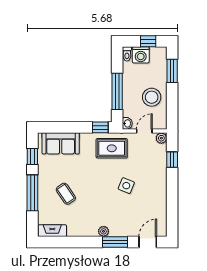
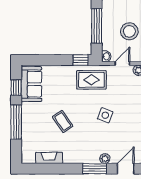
sofa: (61, 143) -> (31, 84), moved, turned -90
coffee table: (66, 194) -> (63, 121), moved
fireplace: (52, 231) -> (49, 158), moved
plant: (104, 231) -> (105, 159), moved

